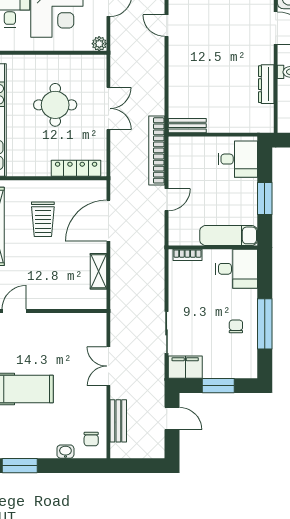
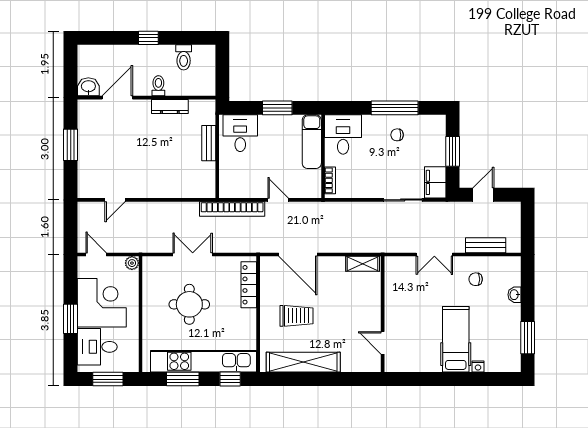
bench: (187, 126) -> (209, 143), moved
shelving: (98, 271) -> (363, 264), moved
chair: (91, 439) -> (476, 279), moved, turned 180

